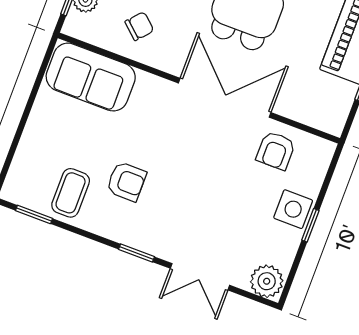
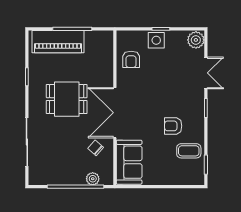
double door: (225, 98) -> (115, 113), moved
armchair: (276, 151) -> (131, 59), turned 90
armchair: (126, 182) -> (173, 126), turned -90

